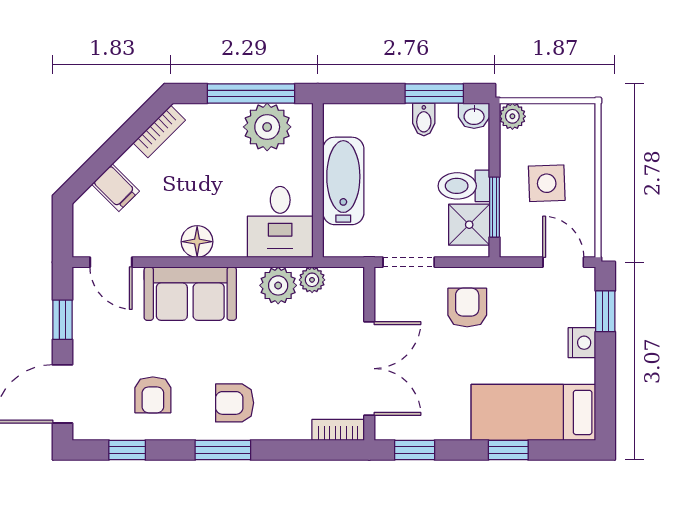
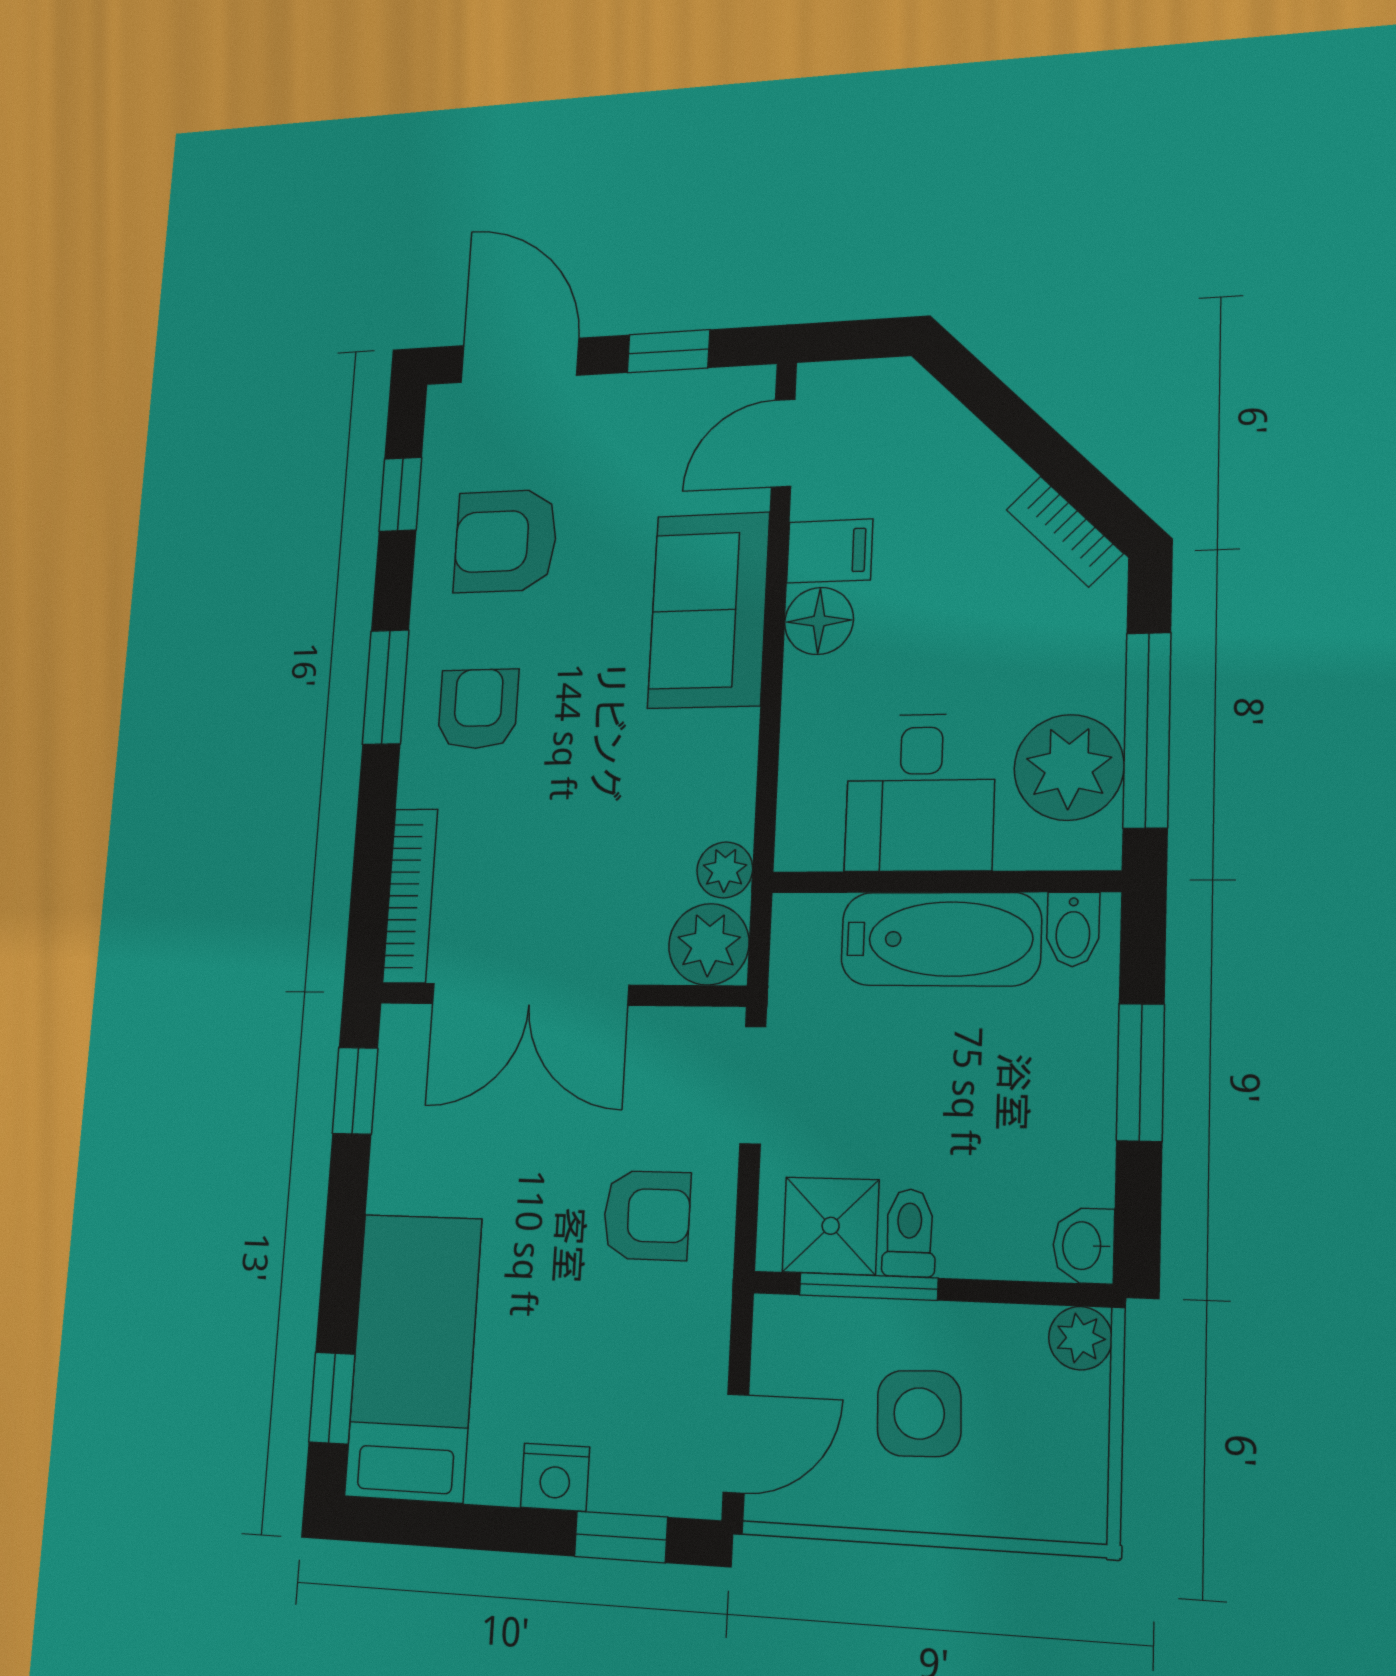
window: (434, 94) -> (1140, 1072), moved
bidet: (424, 119) -> (1073, 929), moved, turned -90
toilet: (464, 186) -> (909, 1233), width x0.73, depth x0.72
filing cabinet: (116, 188) -> (830, 551), moved, turned -135
desk: (280, 222) -> (920, 793), moved, turned -90
plant: (278, 285) -> (709, 944), moved
armchair: (153, 395) -> (506, 541), width x1.38, depth x1.38
bookcase: (338, 430) -> (410, 896), width x1.56
window: (508, 450) -> (332, 1398), moved

